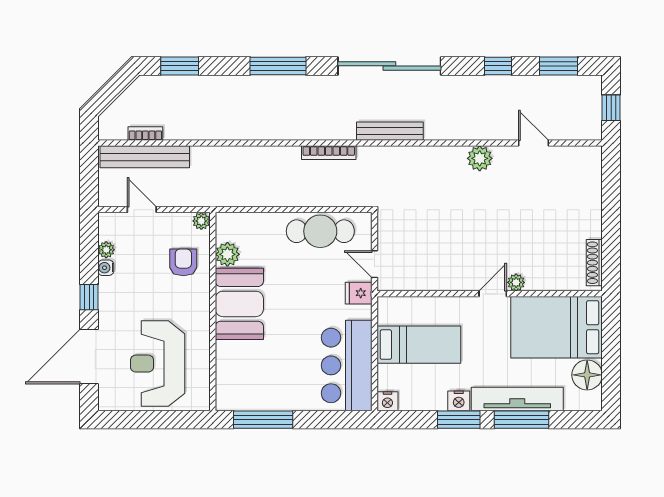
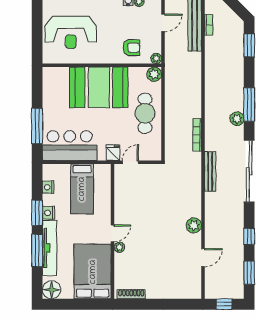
plant: (302, 86) -> (237, 119), added
cafe table: (320, 231) -> (145, 113), moved
plant: (227, 254) -> (154, 74), moved
door: (493, 294) -> (113, 233), hinge flipped
booth: (239, 304) -> (99, 87), width x1.36, depth x1.42
reception desk: (158, 364) -> (71, 32), turned 180
floor lamp: (587, 375) -> (52, 290), moved
nightstand: (387, 401) -> (48, 187), moved
window: (263, 420) -> (37, 126), moved

